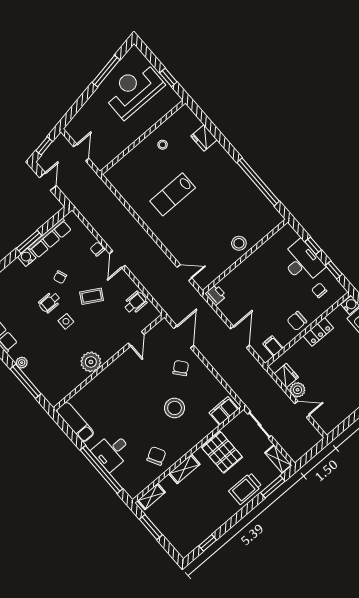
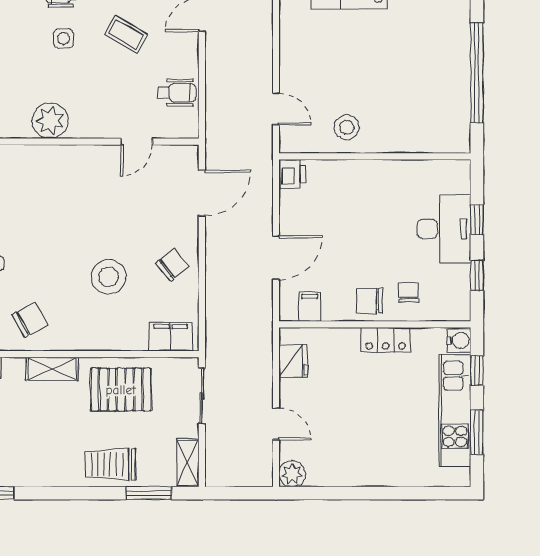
stool: (239, 243) -> (347, 127), moved
chair: (319, 290) -> (409, 292), moved
chair: (181, 368) -> (172, 264), moved
plant: (298, 390) -> (292, 474), moved
pallet: (222, 452) -> (121, 390), turned 90

